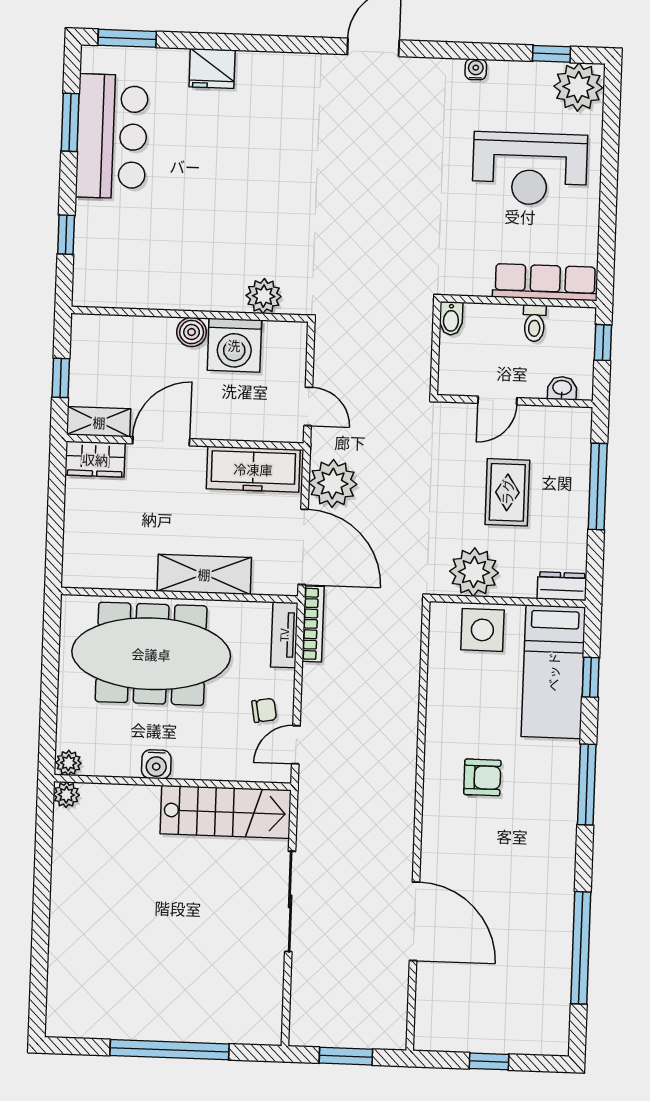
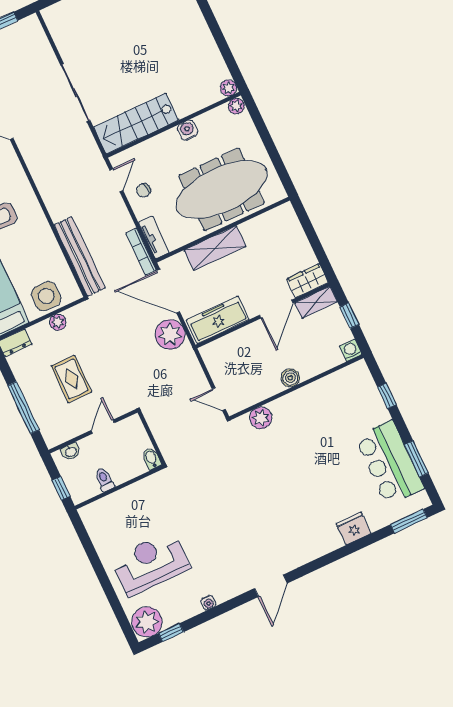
row of seats: (545, 282) -> (110, 505), removed
washing machine: (234, 345) -> (351, 350), moved, width x0.53, depth x0.53
door: (308, 406) -> (219, 399), moved
plant: (474, 572) -> (58, 322), width x0.53, depth x0.53
bench: (405, 662) -> (80, 256), added

